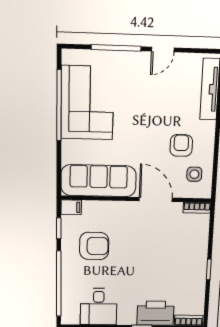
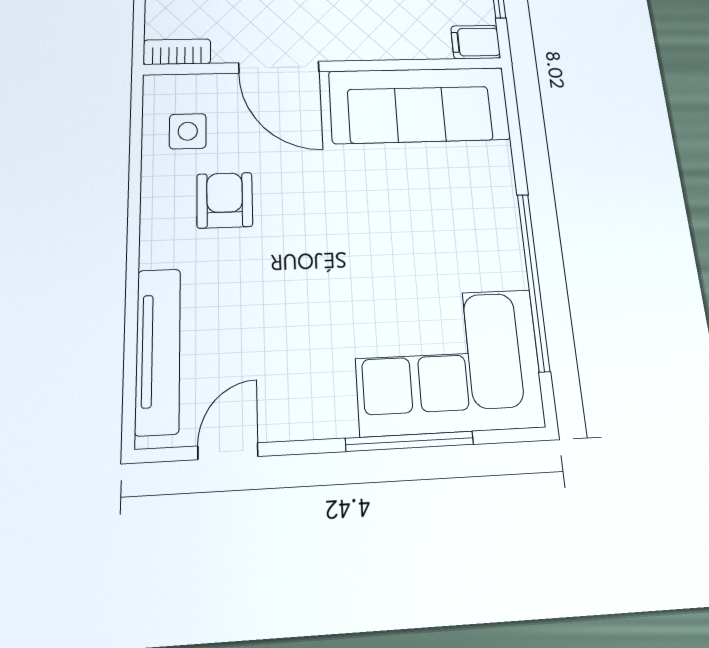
door: (163, 49) -> (228, 451), moved
corner sofa: (87, 103) -> (447, 361), moved, turned 90
armchair: (181, 145) -> (225, 200), turned 180

